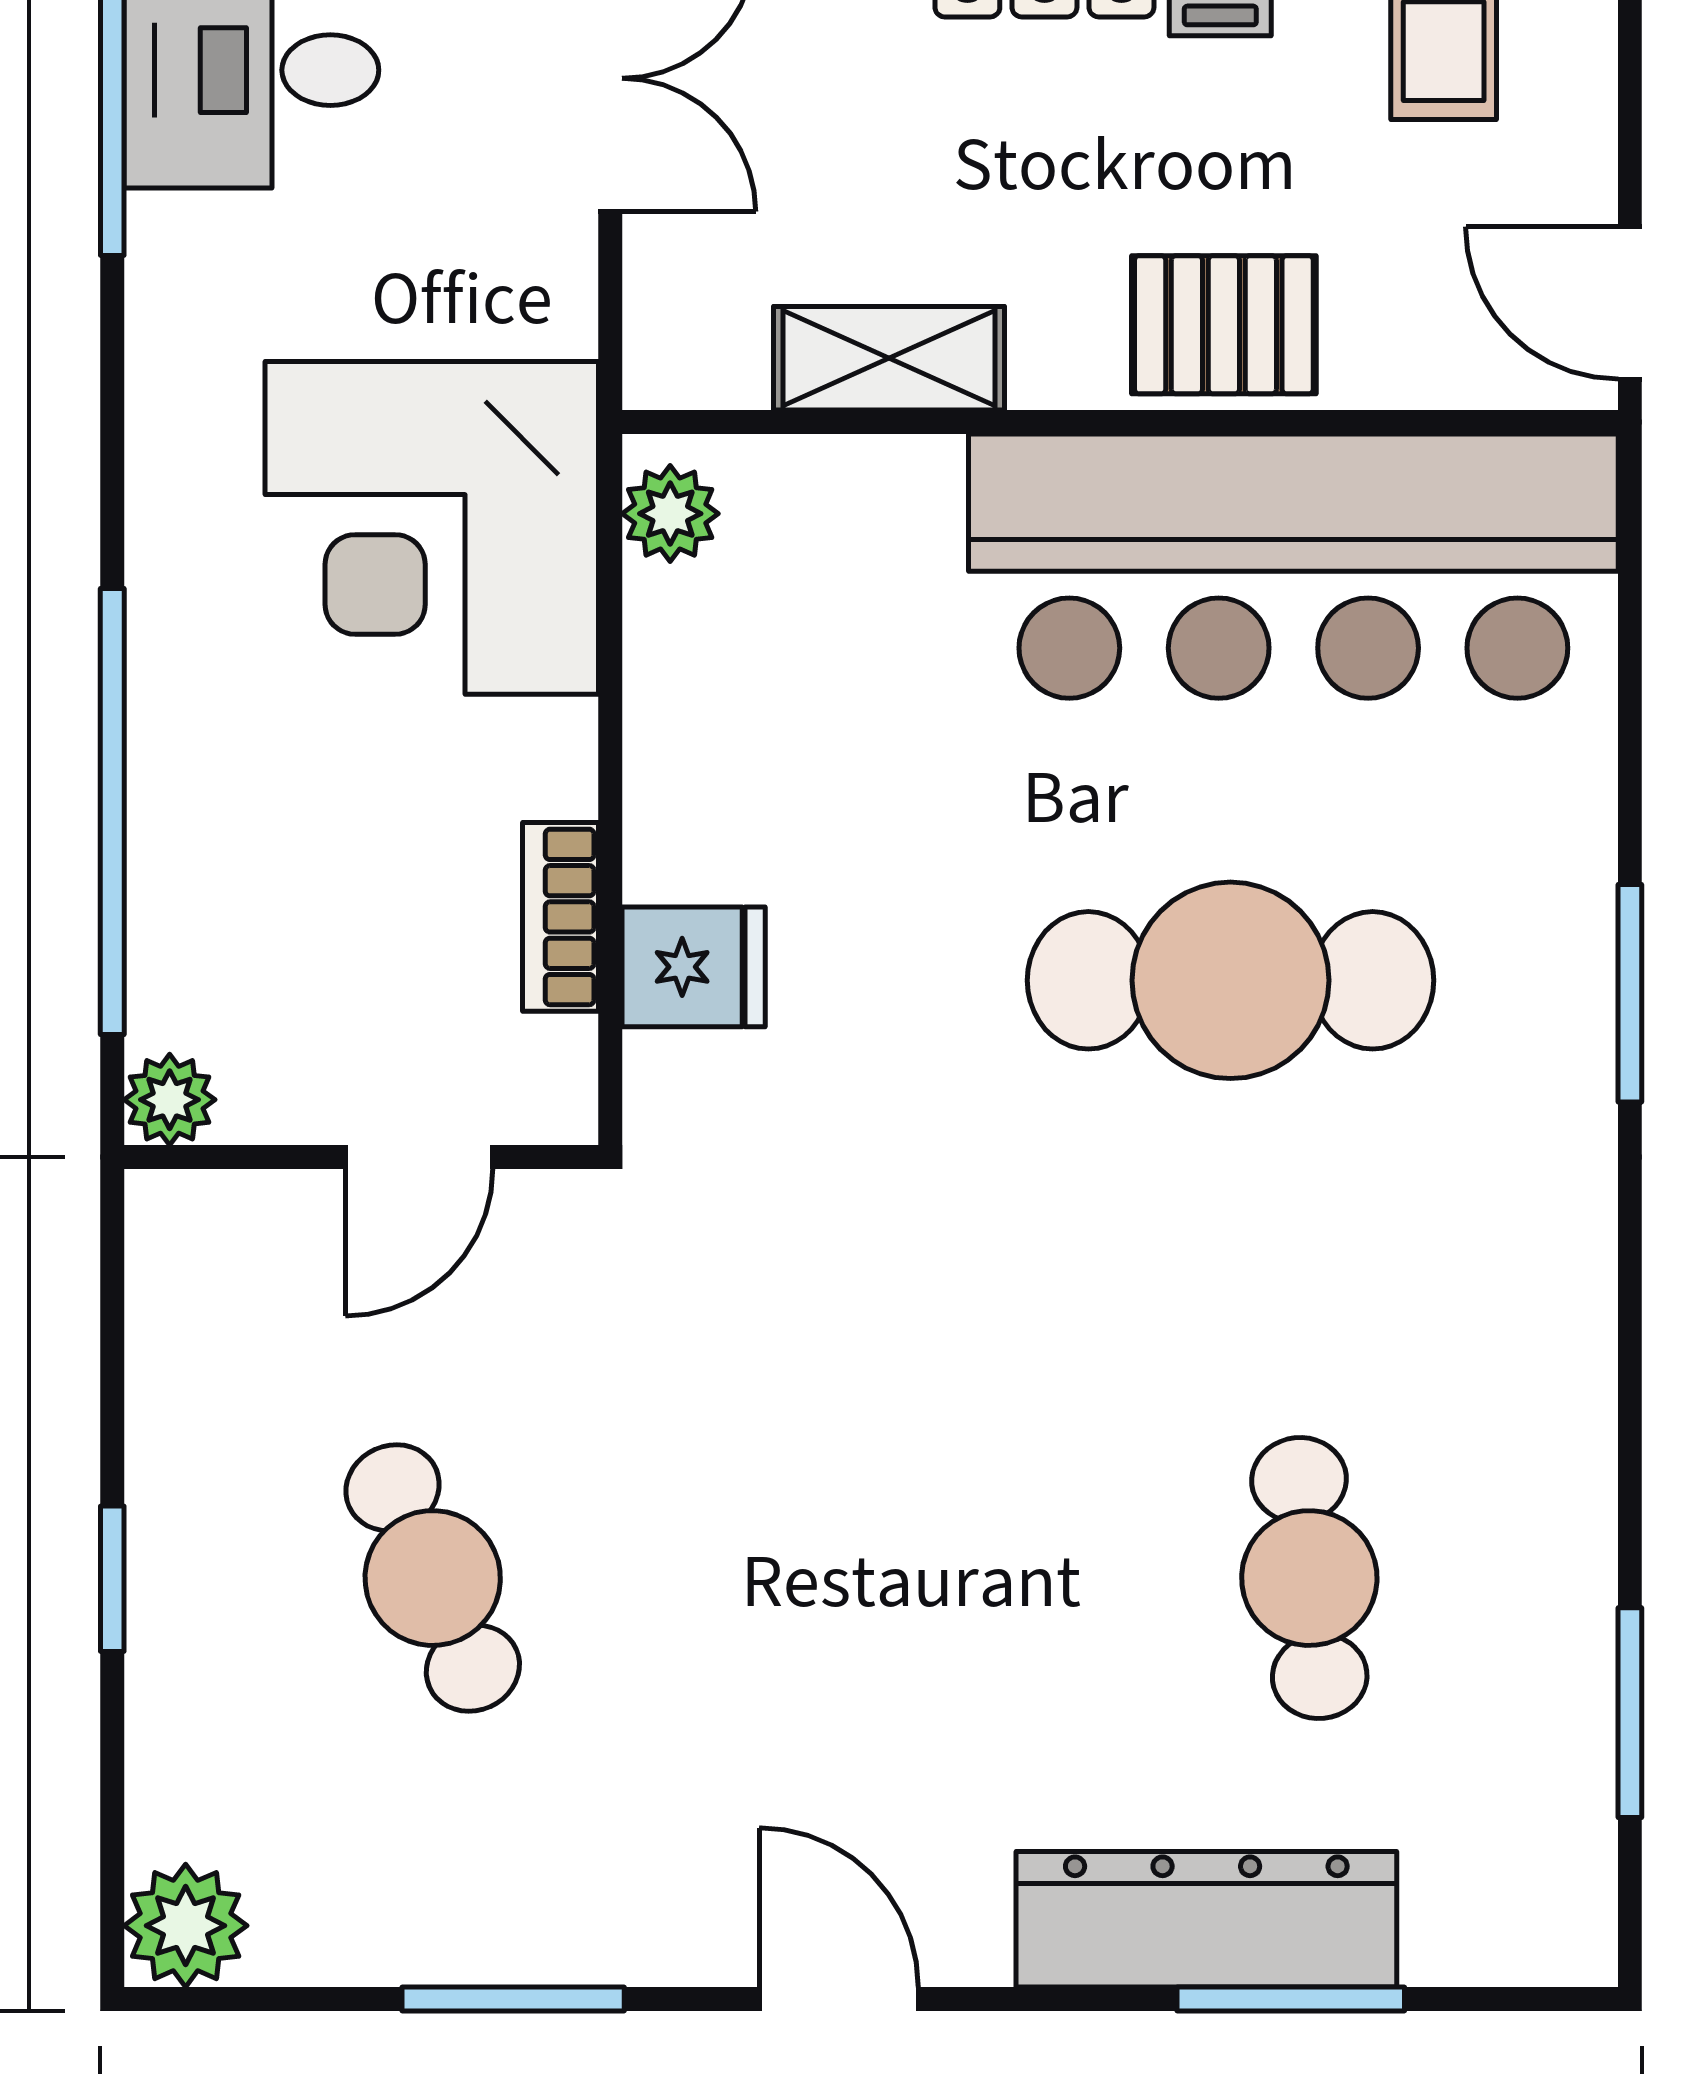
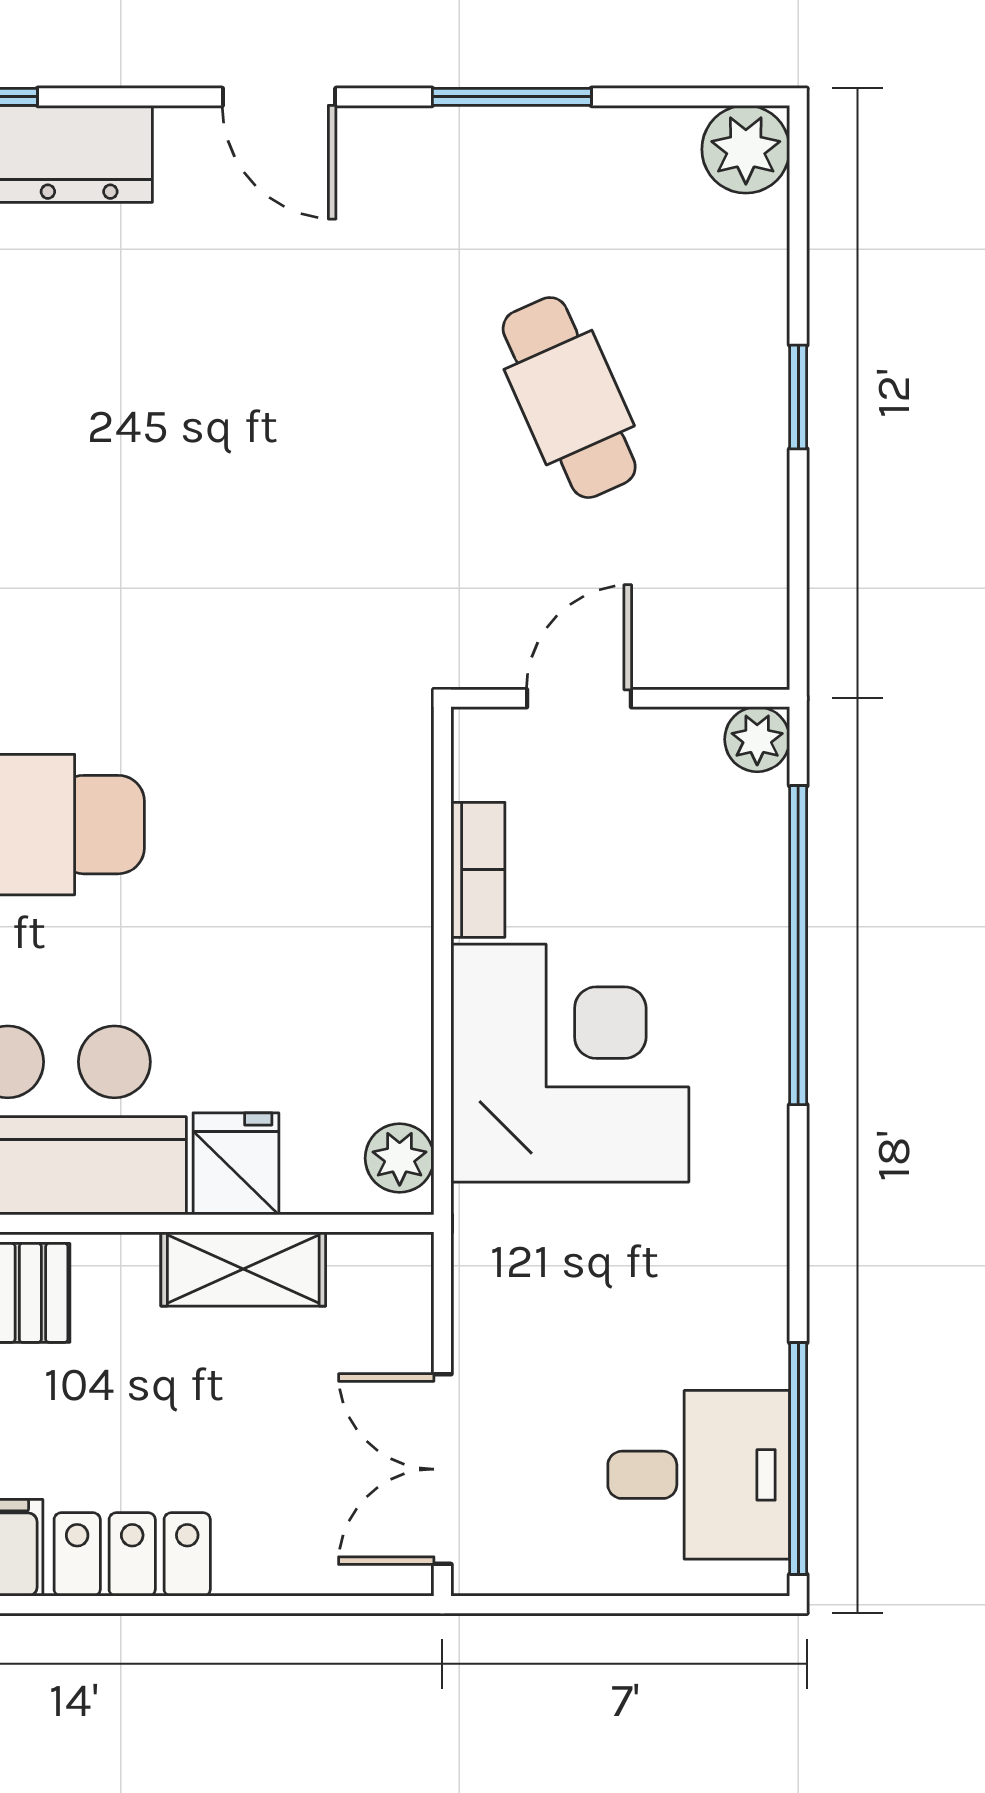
corner desk: (432, 528) -> (570, 1063), moved
fridge: (694, 967) -> (236, 1164), moved, turned 90

